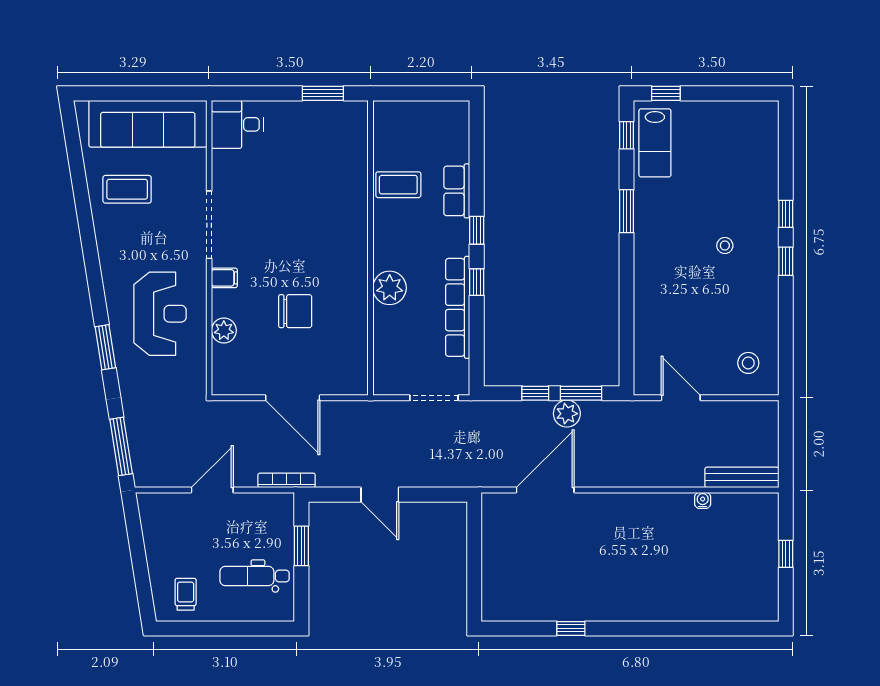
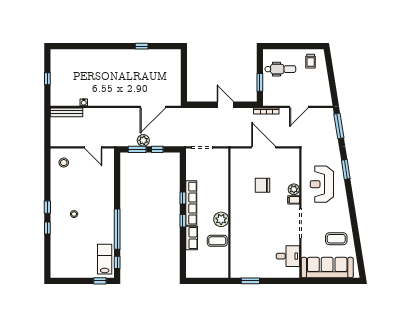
desk: (237, 124) -> (288, 256), moved
window: (627, 211) -> (117, 229), width x2.11
plant: (390, 288) -> (221, 219), moved
row of seats: (458, 307) -> (191, 203), moved
plant: (224, 330) -> (294, 189), moved

